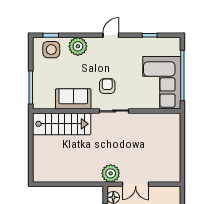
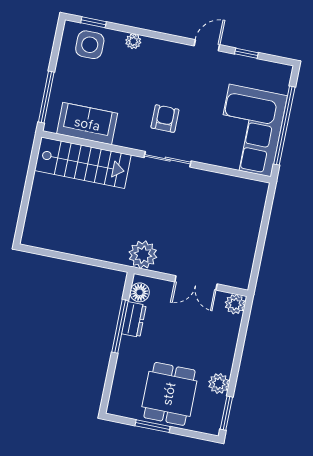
door: (111, 35) -> (207, 45), moved
plant: (78, 46) -> (133, 41), width x0.53, depth x0.53
sofa: (73, 99) -> (87, 124), moved
double door: (136, 184) -> (196, 283), moved
plant: (174, 193) -> (235, 304), added

